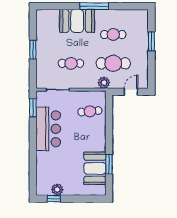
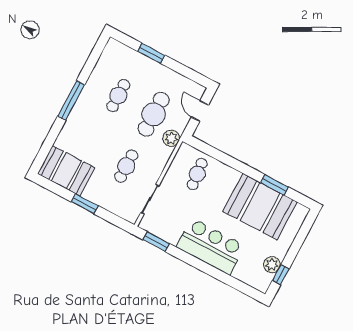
booth: (77, 21) -> (66, 171), moved, turned 90
bar counter: (48, 129) -> (211, 246), moved
booth: (95, 168) -> (260, 207), width x1.36, depth x1.42

